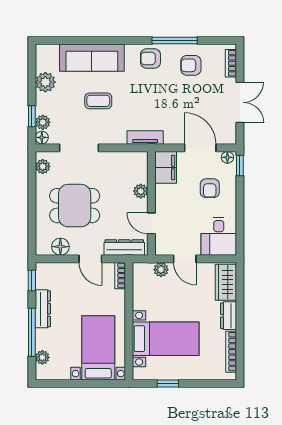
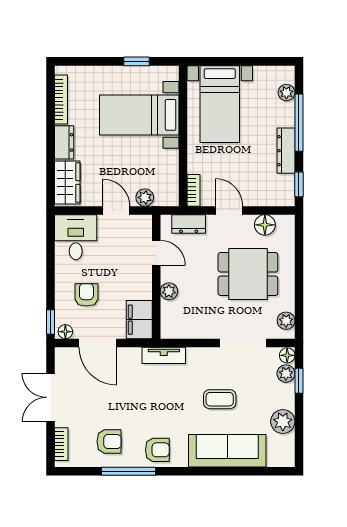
dresser: (124, 247) -> (189, 224), width x0.70

